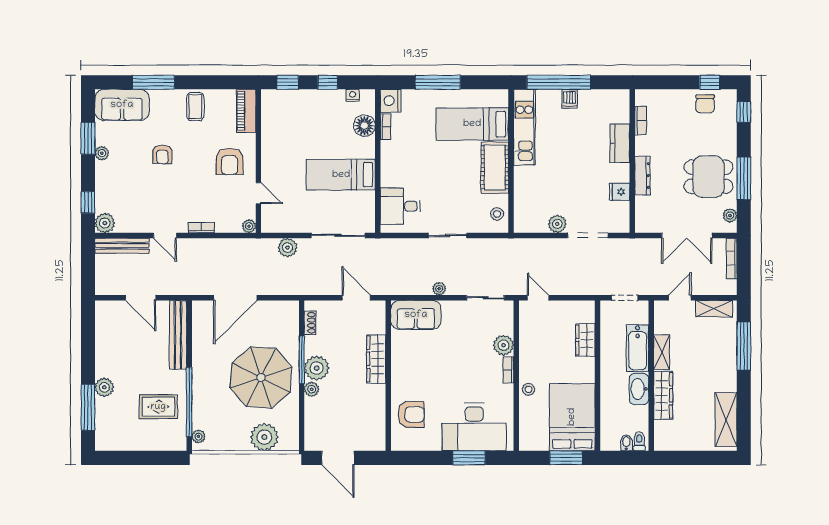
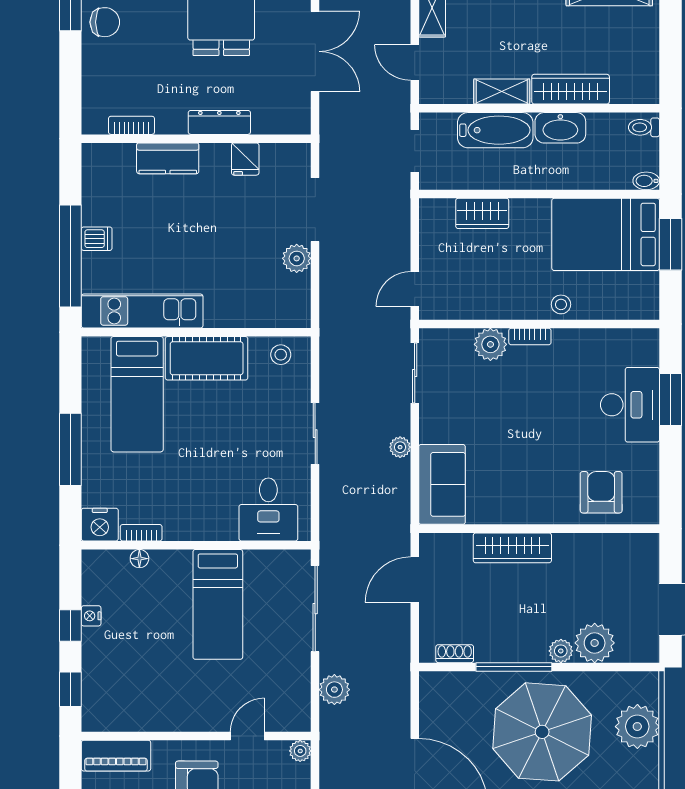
nightstand: (353, 95) -> (91, 616), moved
floor lamp: (364, 126) -> (139, 559), width x0.53, depth x0.53
plant: (317, 368) -> (595, 643), moved
desk: (474, 427) -> (630, 405), width x0.73, depth x0.77
bidet: (626, 443) -> (646, 181), moved

